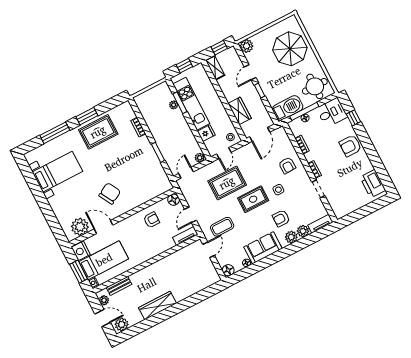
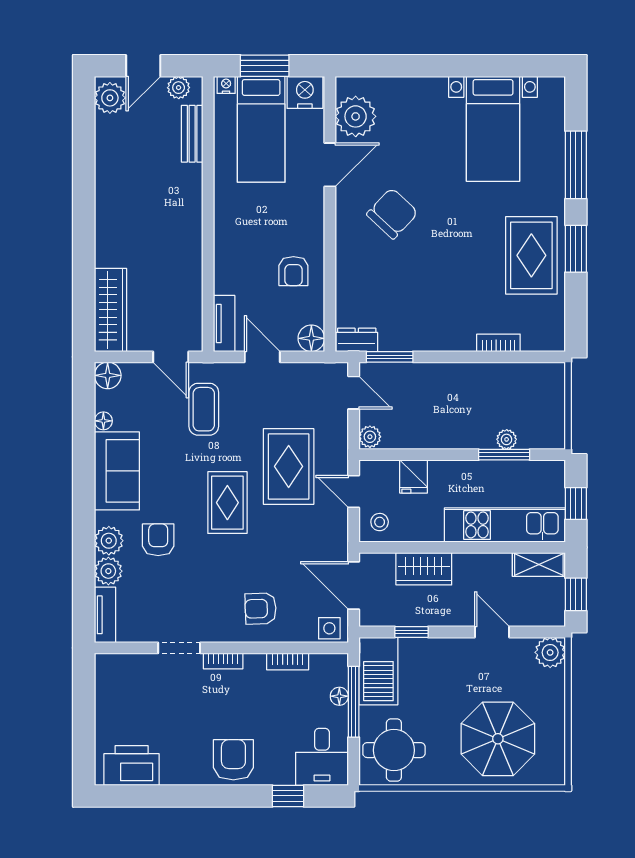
window: (260, 91) -> (411, 632), moved
kitchen unit: (191, 104) -> (505, 525), moved, turned 180
window: (158, 152) -> (390, 357), moved
dresser: (165, 182) -> (357, 340), added
side table: (278, 190) -> (329, 628), moved
chair: (110, 193) -> (392, 213), turned -108
wardrobe: (157, 306) -> (110, 310), moved

